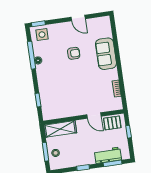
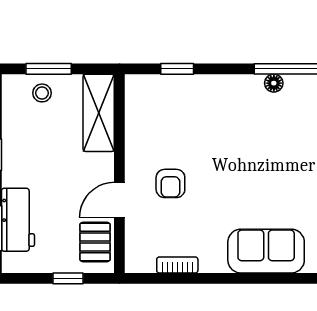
armchair: (74, 53) -> (170, 183), moved

